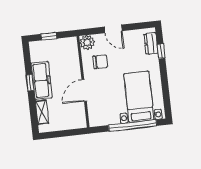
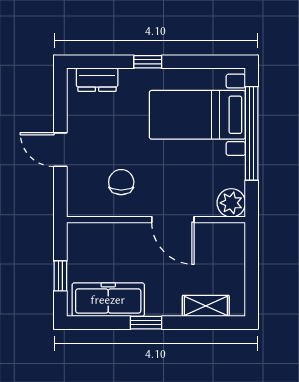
door: (113, 29) -> (60, 150), swing flipped
plant: (87, 42) -> (231, 203), moved
window: (161, 51) -> (148, 62), moved
freezer: (42, 80) -> (108, 300), moved

